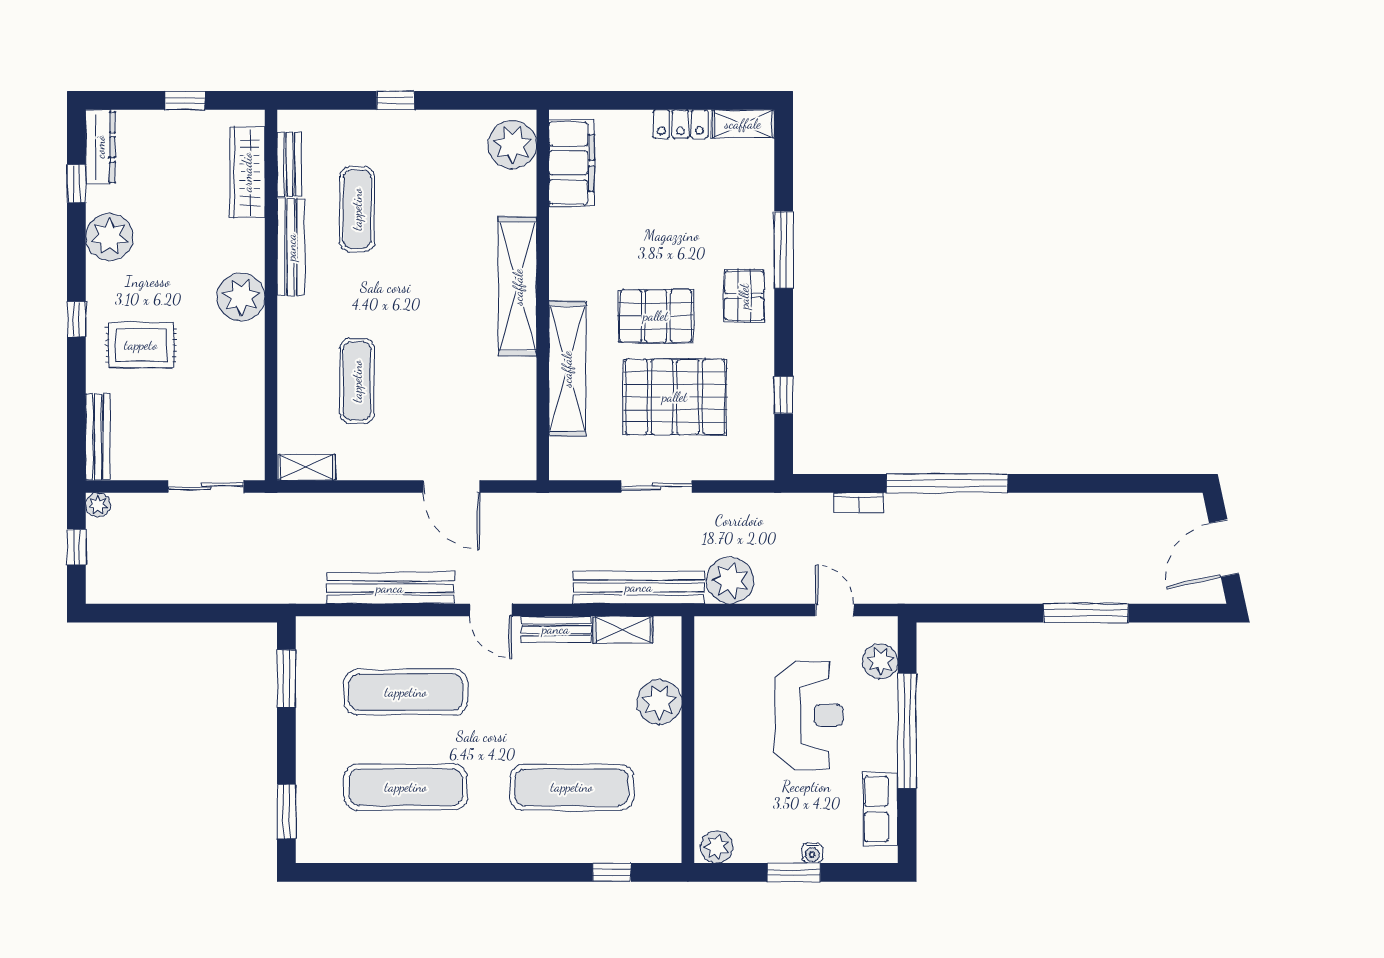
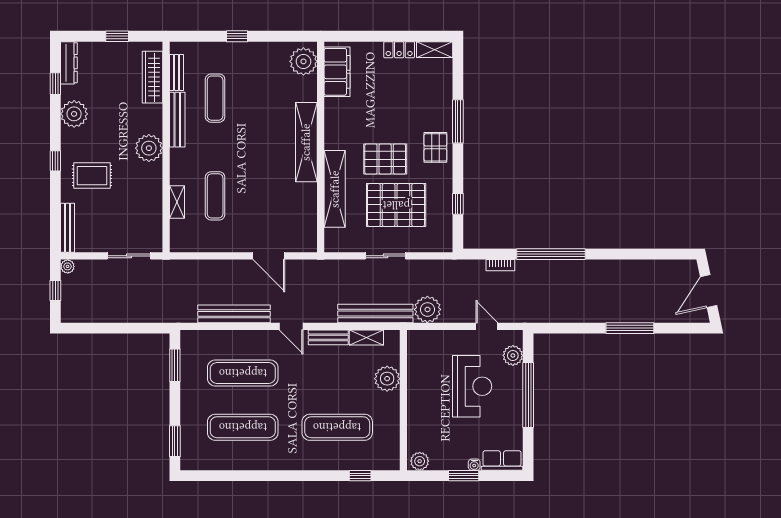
shelving: (306, 467) -> (177, 202), moved, turned 90
row of seats: (880, 809) -> (502, 461), moved, turned 90

